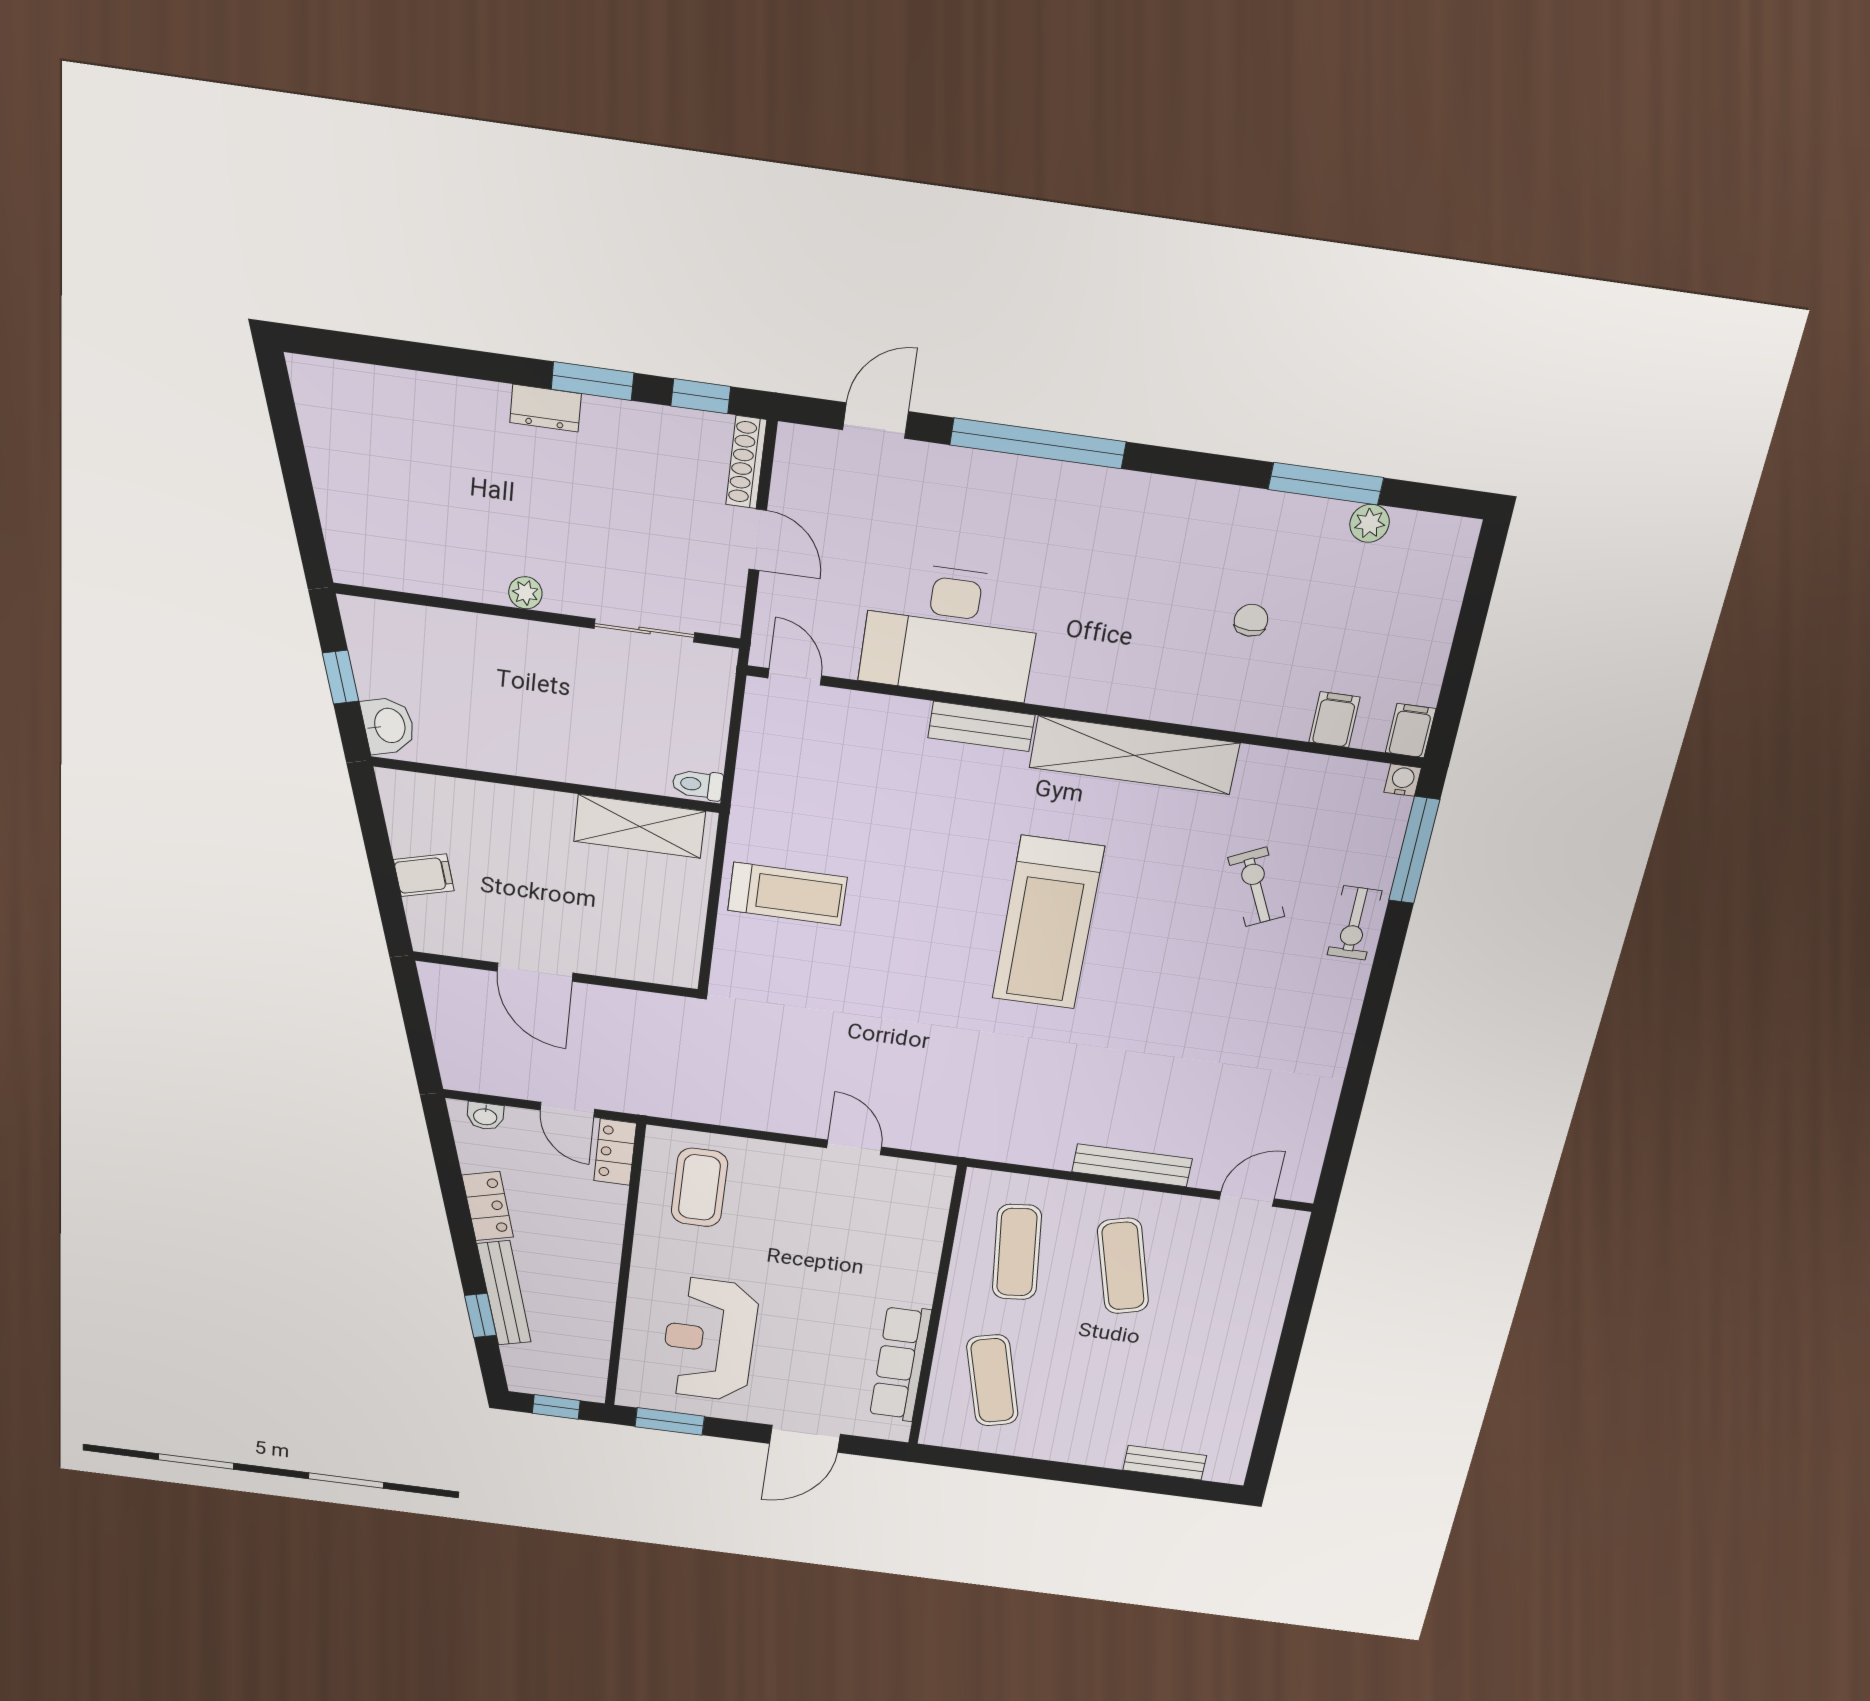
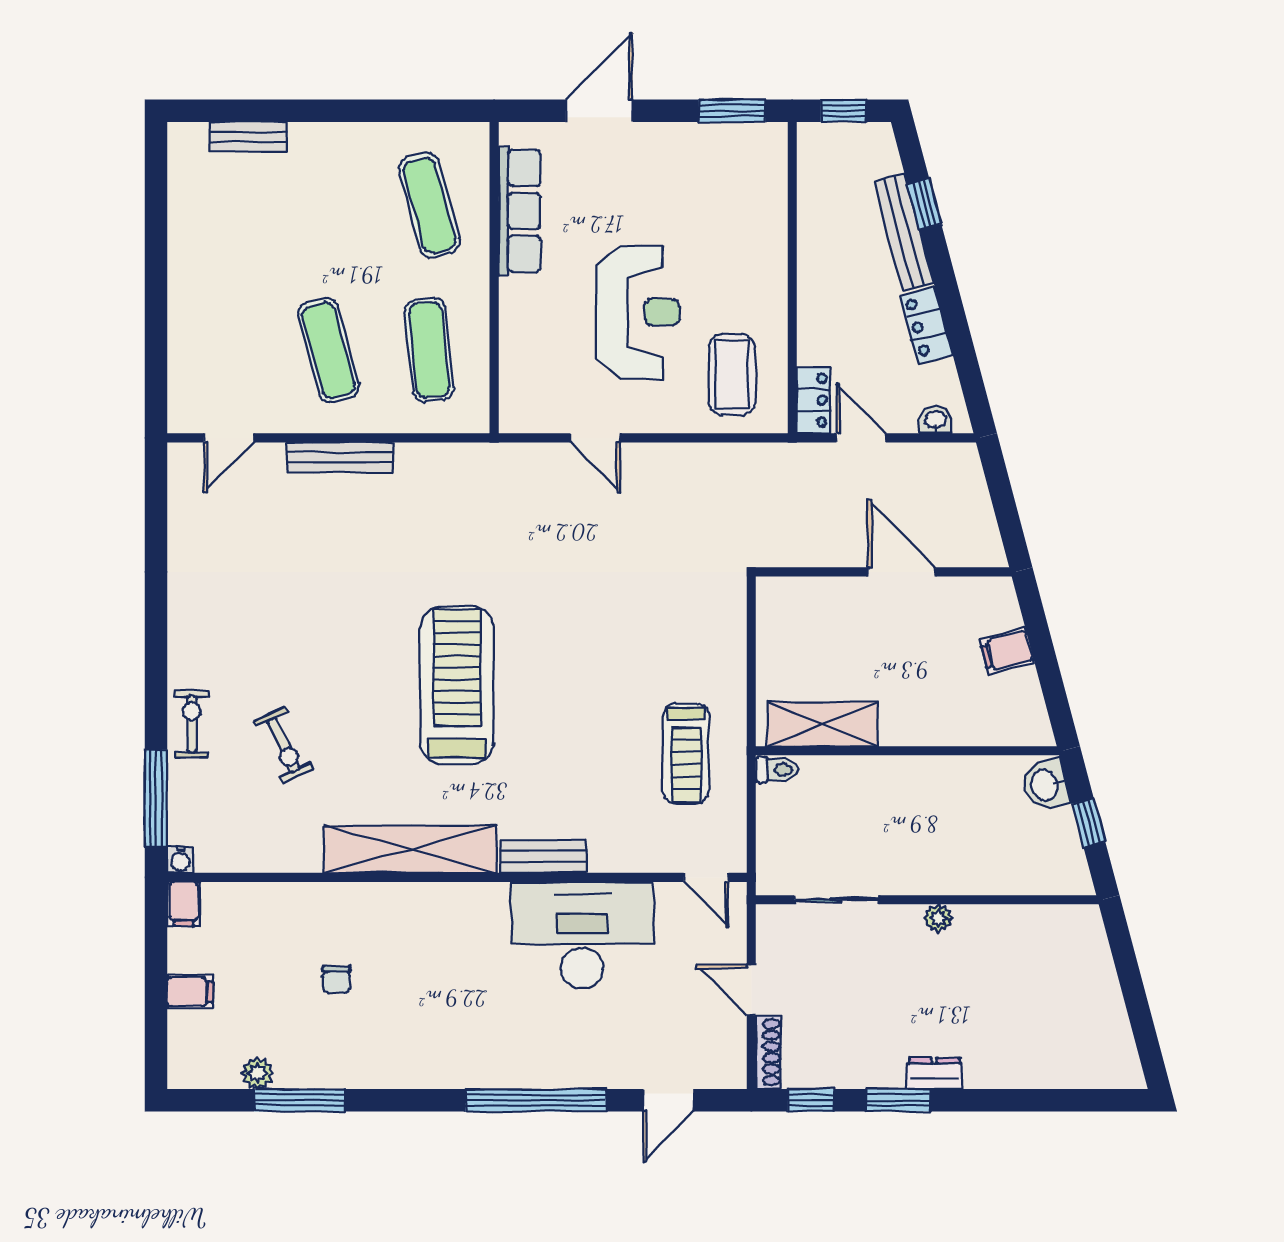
filing cabinet: (1334, 720) -> (190, 992), moved, turned -90
treadmill: (787, 894) -> (686, 754), moved, turned -90
reception desk: (709, 1339) -> (638, 312), moved

